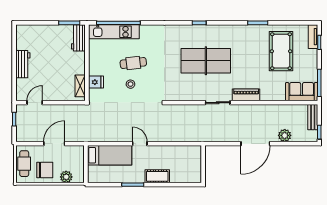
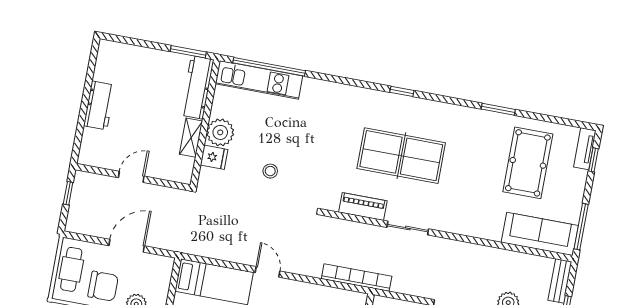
workbench: (78, 38) -> (197, 87), width x1.37
cafe table: (133, 63) -> (281, 137), removed
plant: (97, 67) -> (220, 132), added
shelving: (80, 86) -> (191, 138), moved
sofa: (302, 92) -> (540, 234), width x1.36
piano: (246, 95) -> (363, 207), moved
door: (35, 103) -> (131, 177), moved
bookcase: (193, 137) -> (357, 278), added

